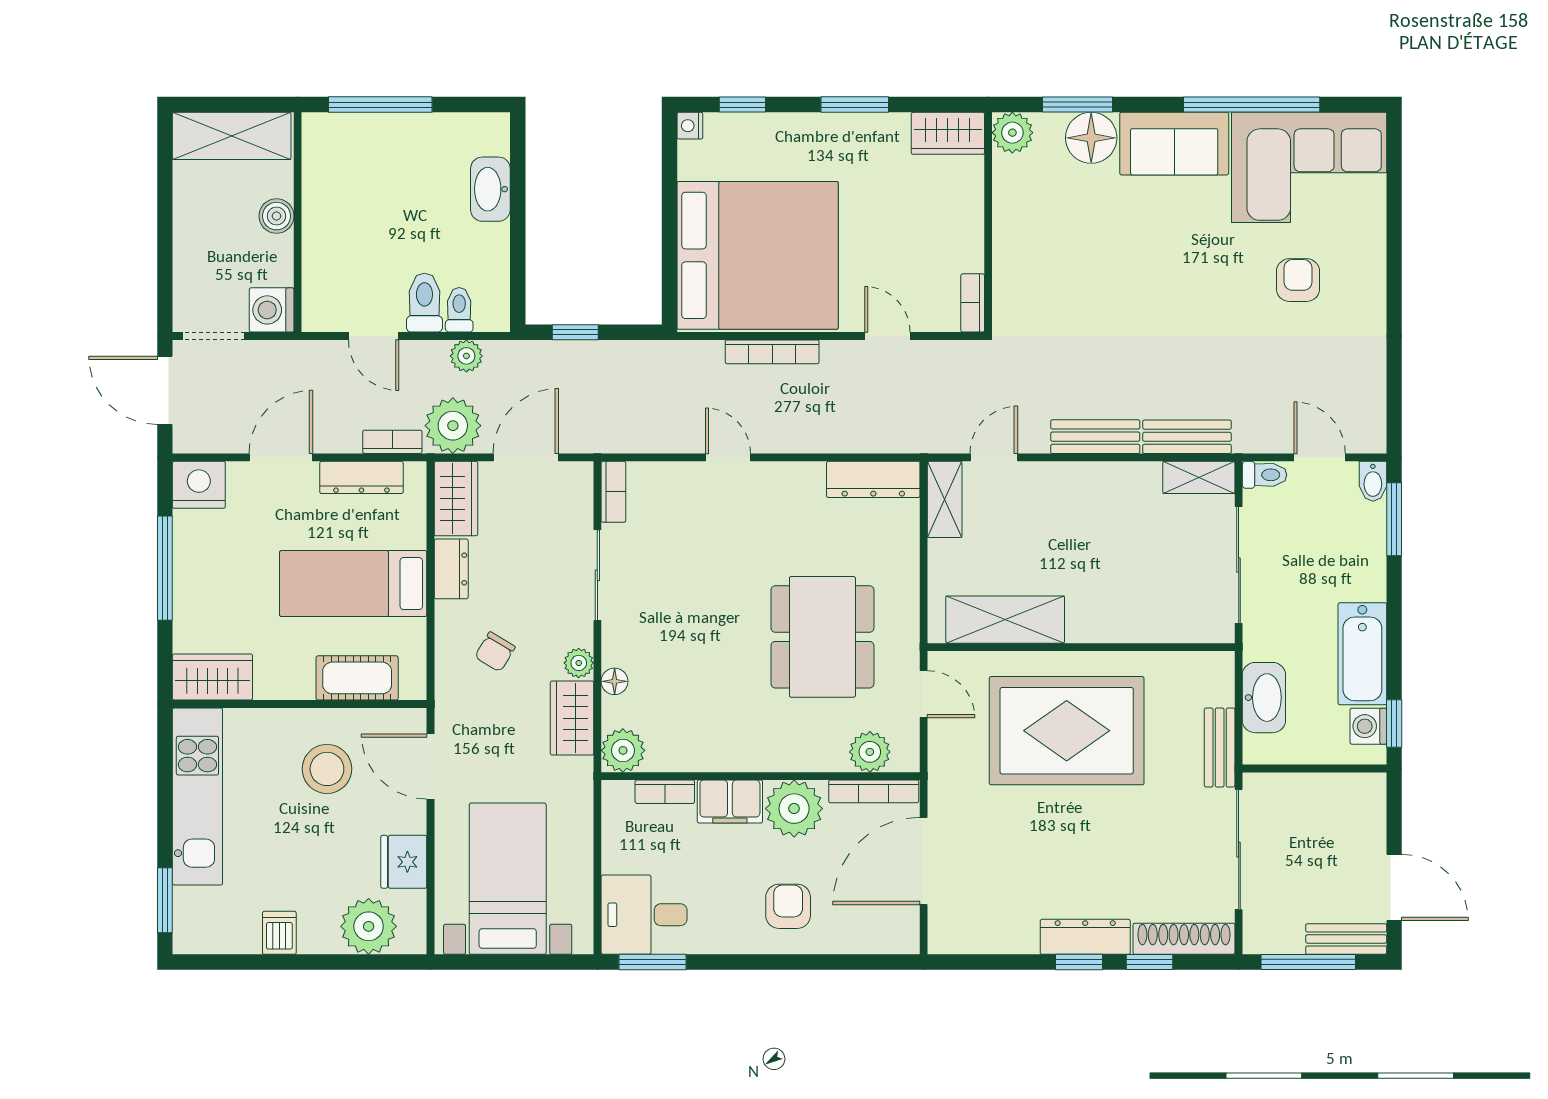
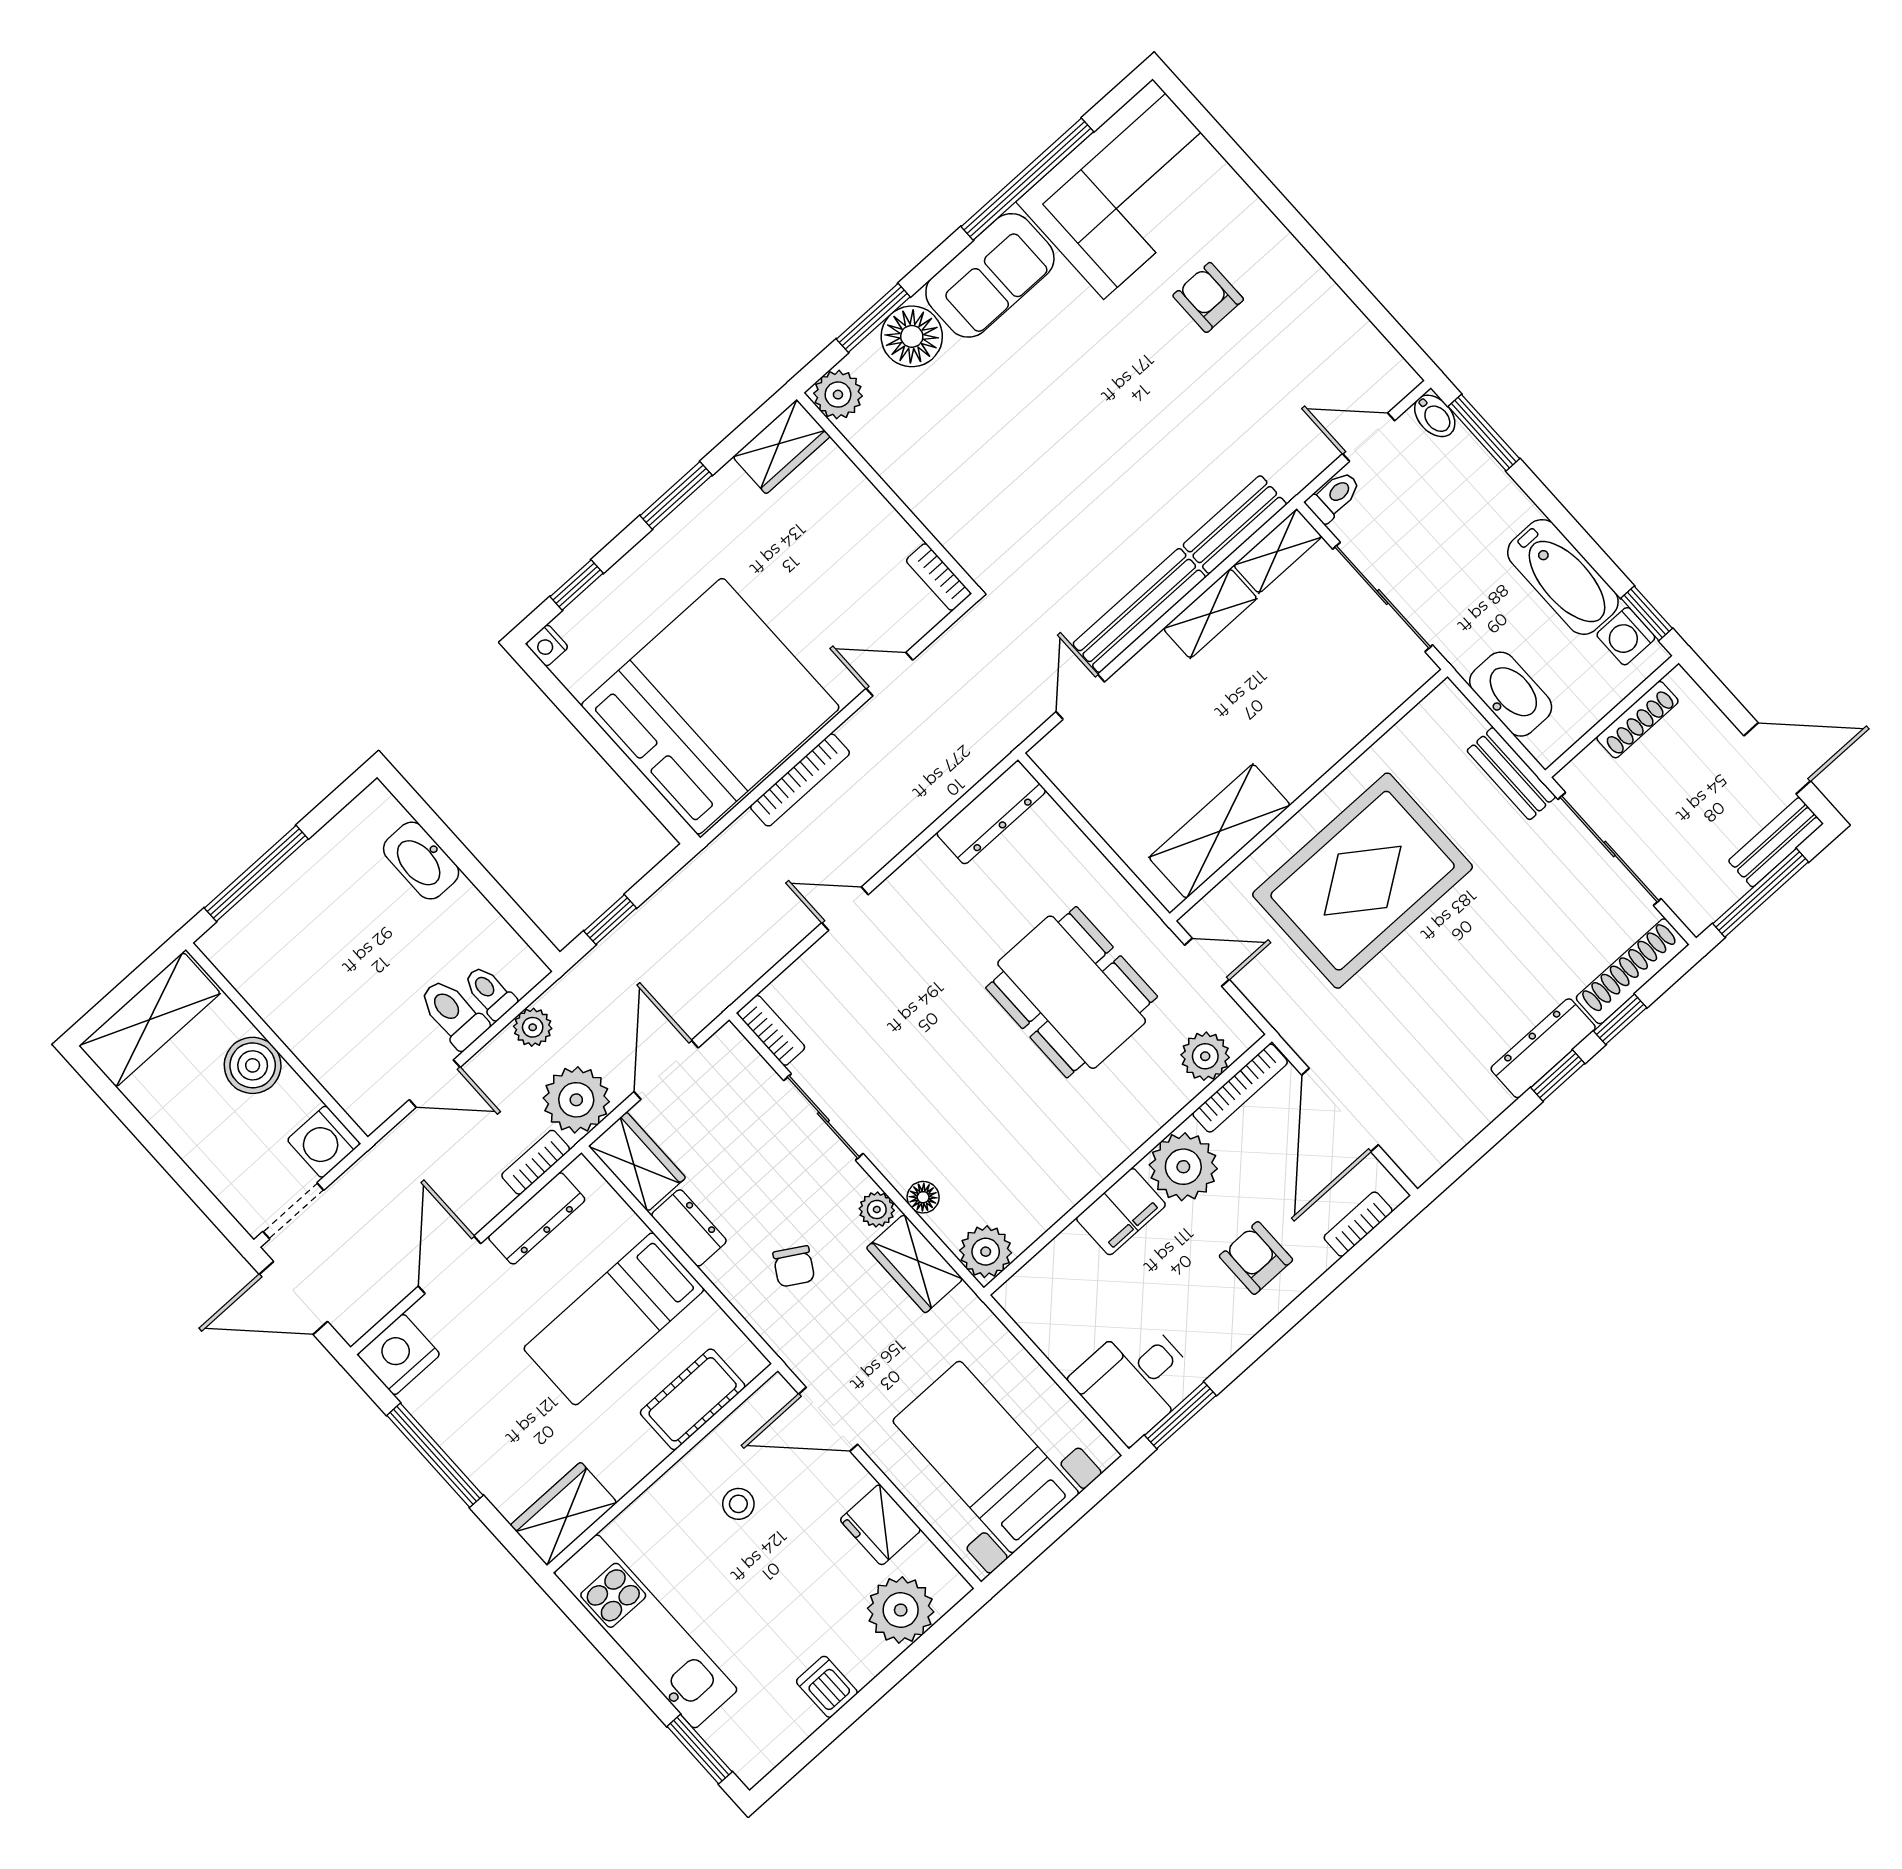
boiler: (277, 216) -> (253, 1065), width x1.36, depth x1.36
bench: (1095, 437) -> (1139, 610), width x1.36
shelving: (945, 499) -> (1210, 614), moved, turned 90
stool: (327, 769) -> (738, 1504), width x0.53, depth x0.53
shoe rack: (1329, 785) -> (1637, 720), added
bookcase: (665, 792) -> (1358, 1224), moved, turned 180

